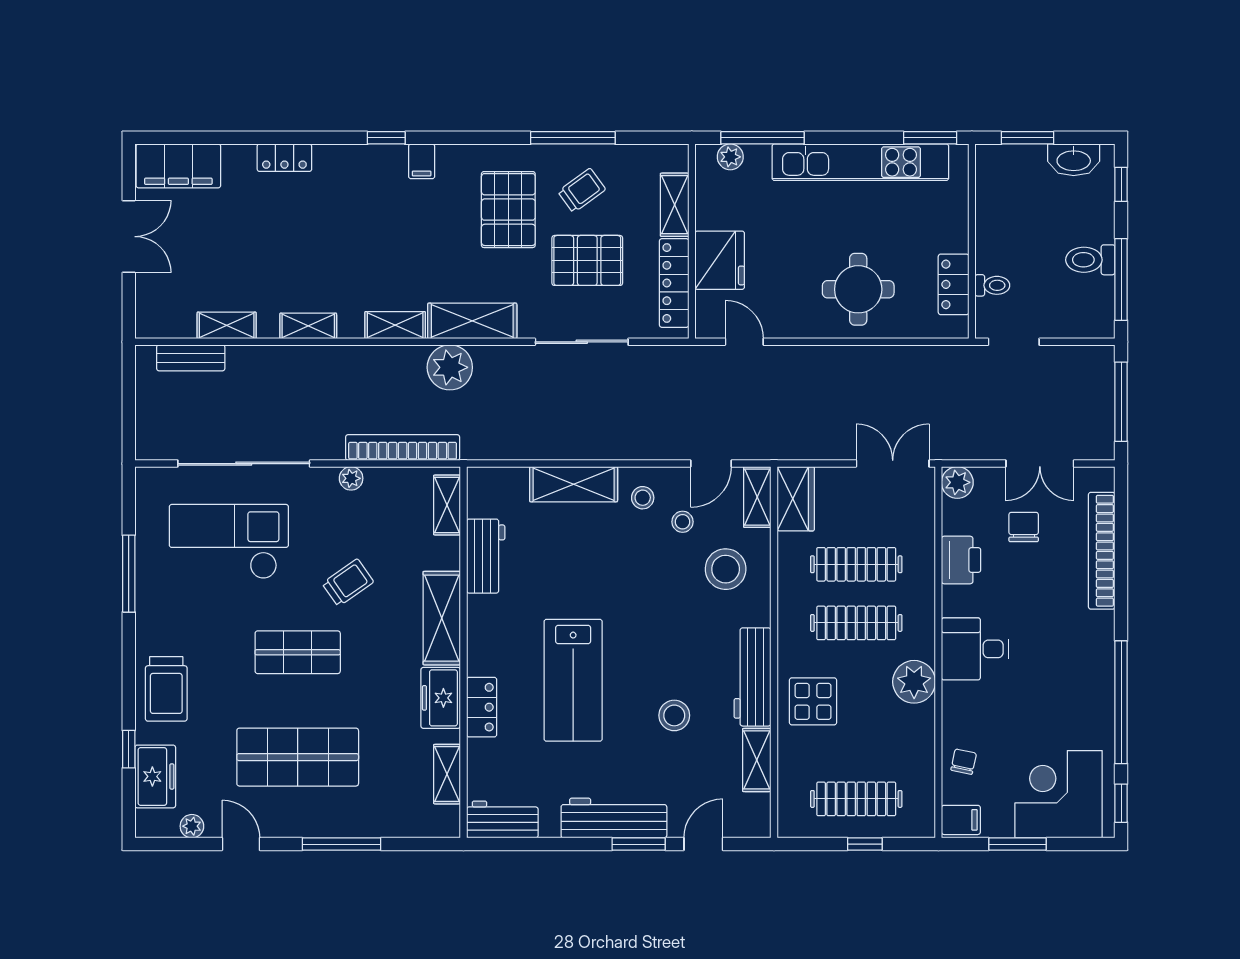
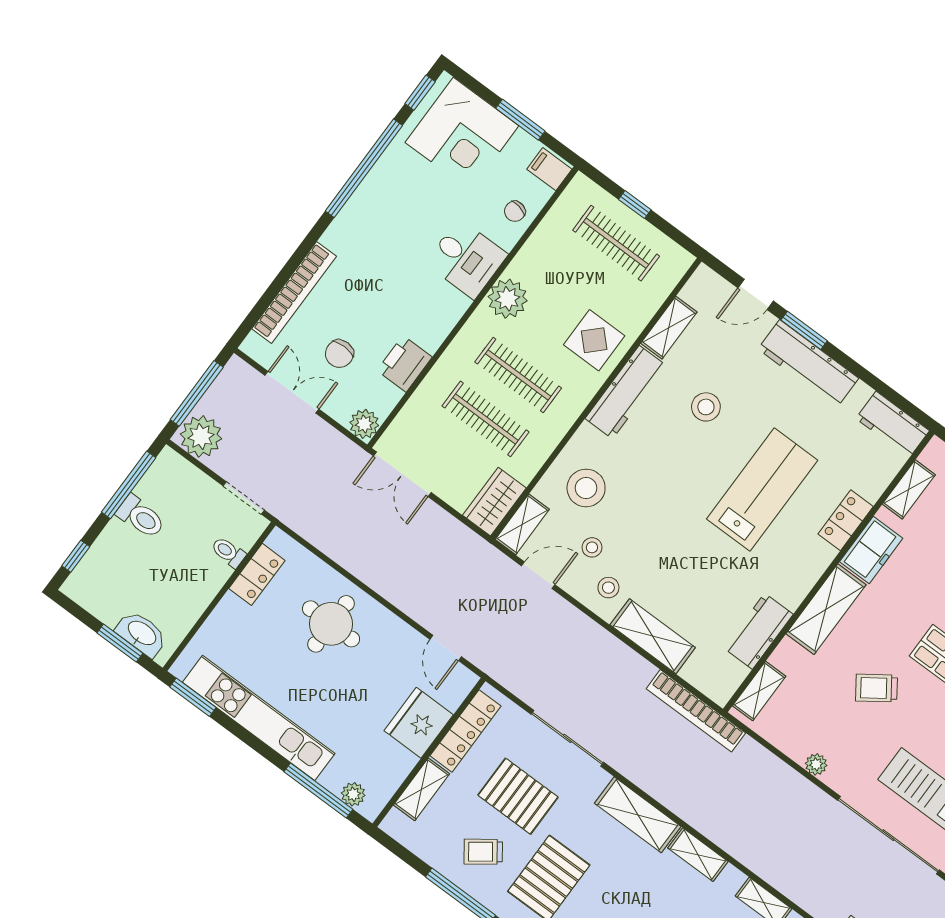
washbasin: (1074, 160) -> (142, 634), moved
plant: (450, 367) -> (201, 436), moved
bookcase: (403, 448) -> (696, 711), moved
desk: (975, 649) -> (466, 259), moved

